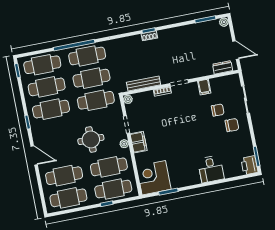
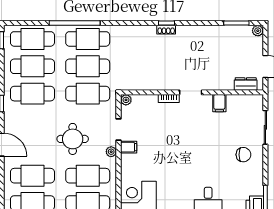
bench: (144, 83) -> (148, 85), removed
chair: (218, 110) -> (230, 134), removed
filing cabinet: (139, 142) -> (129, 147), width x0.50

